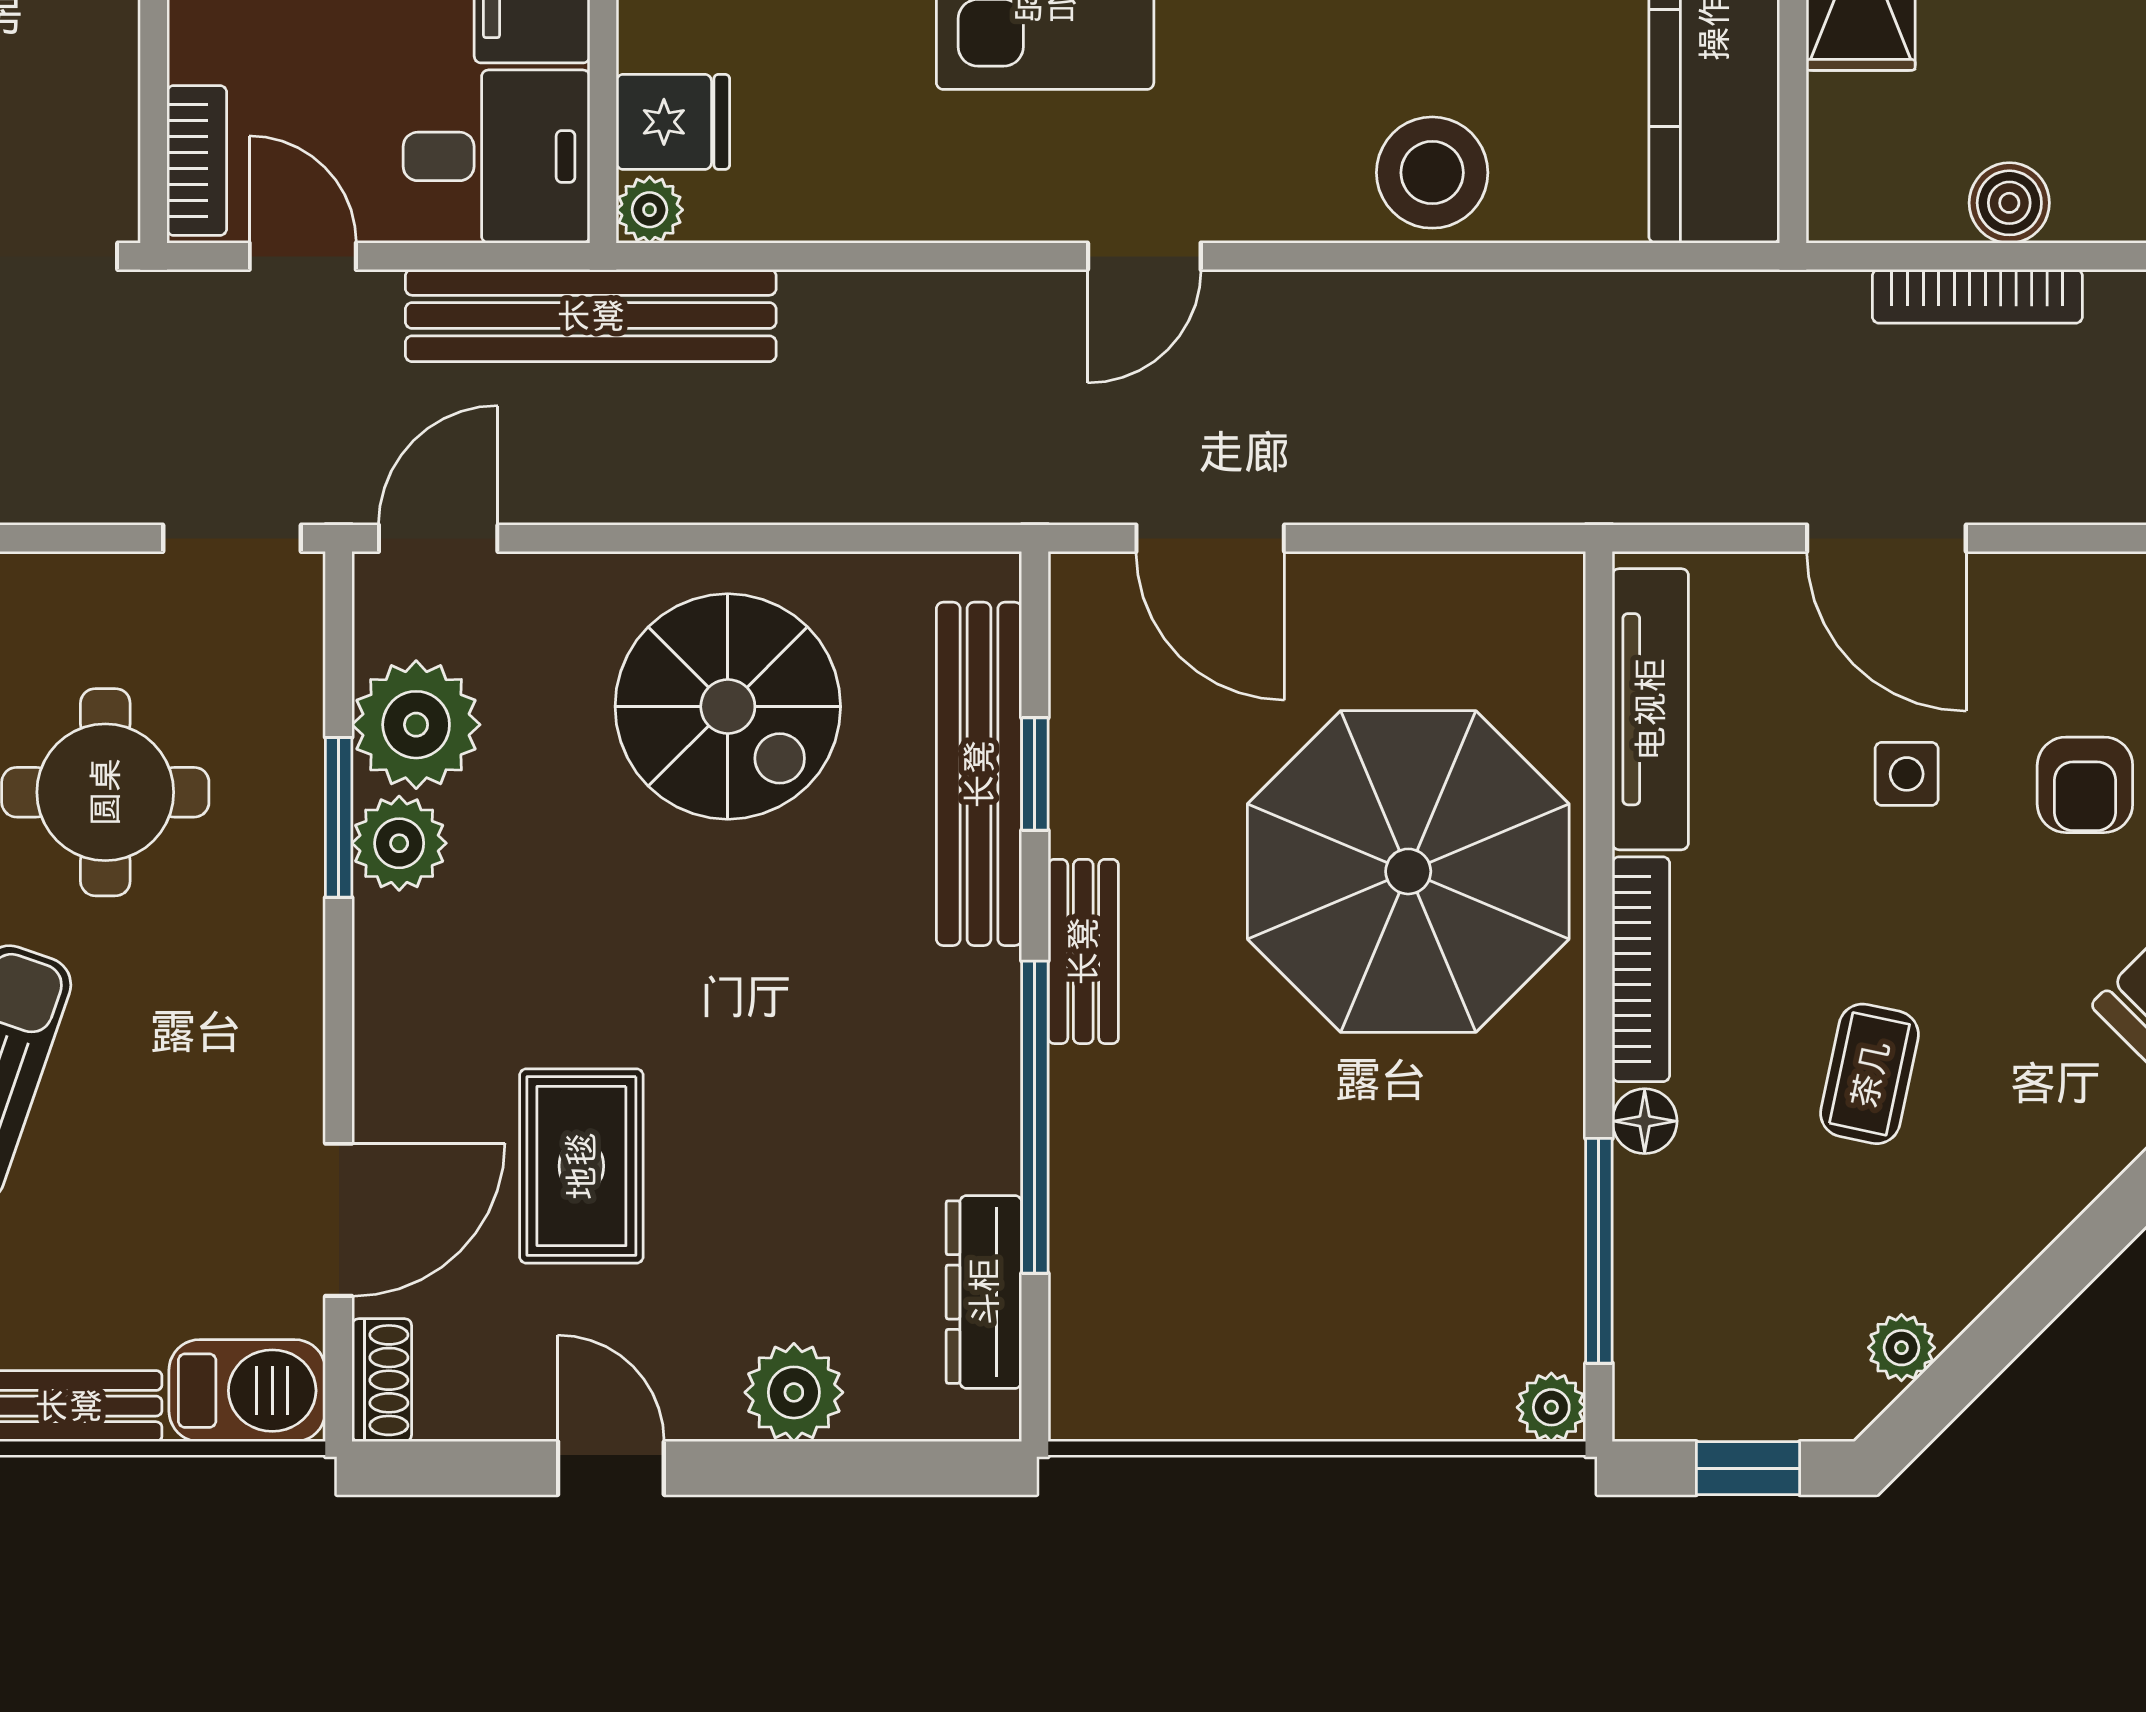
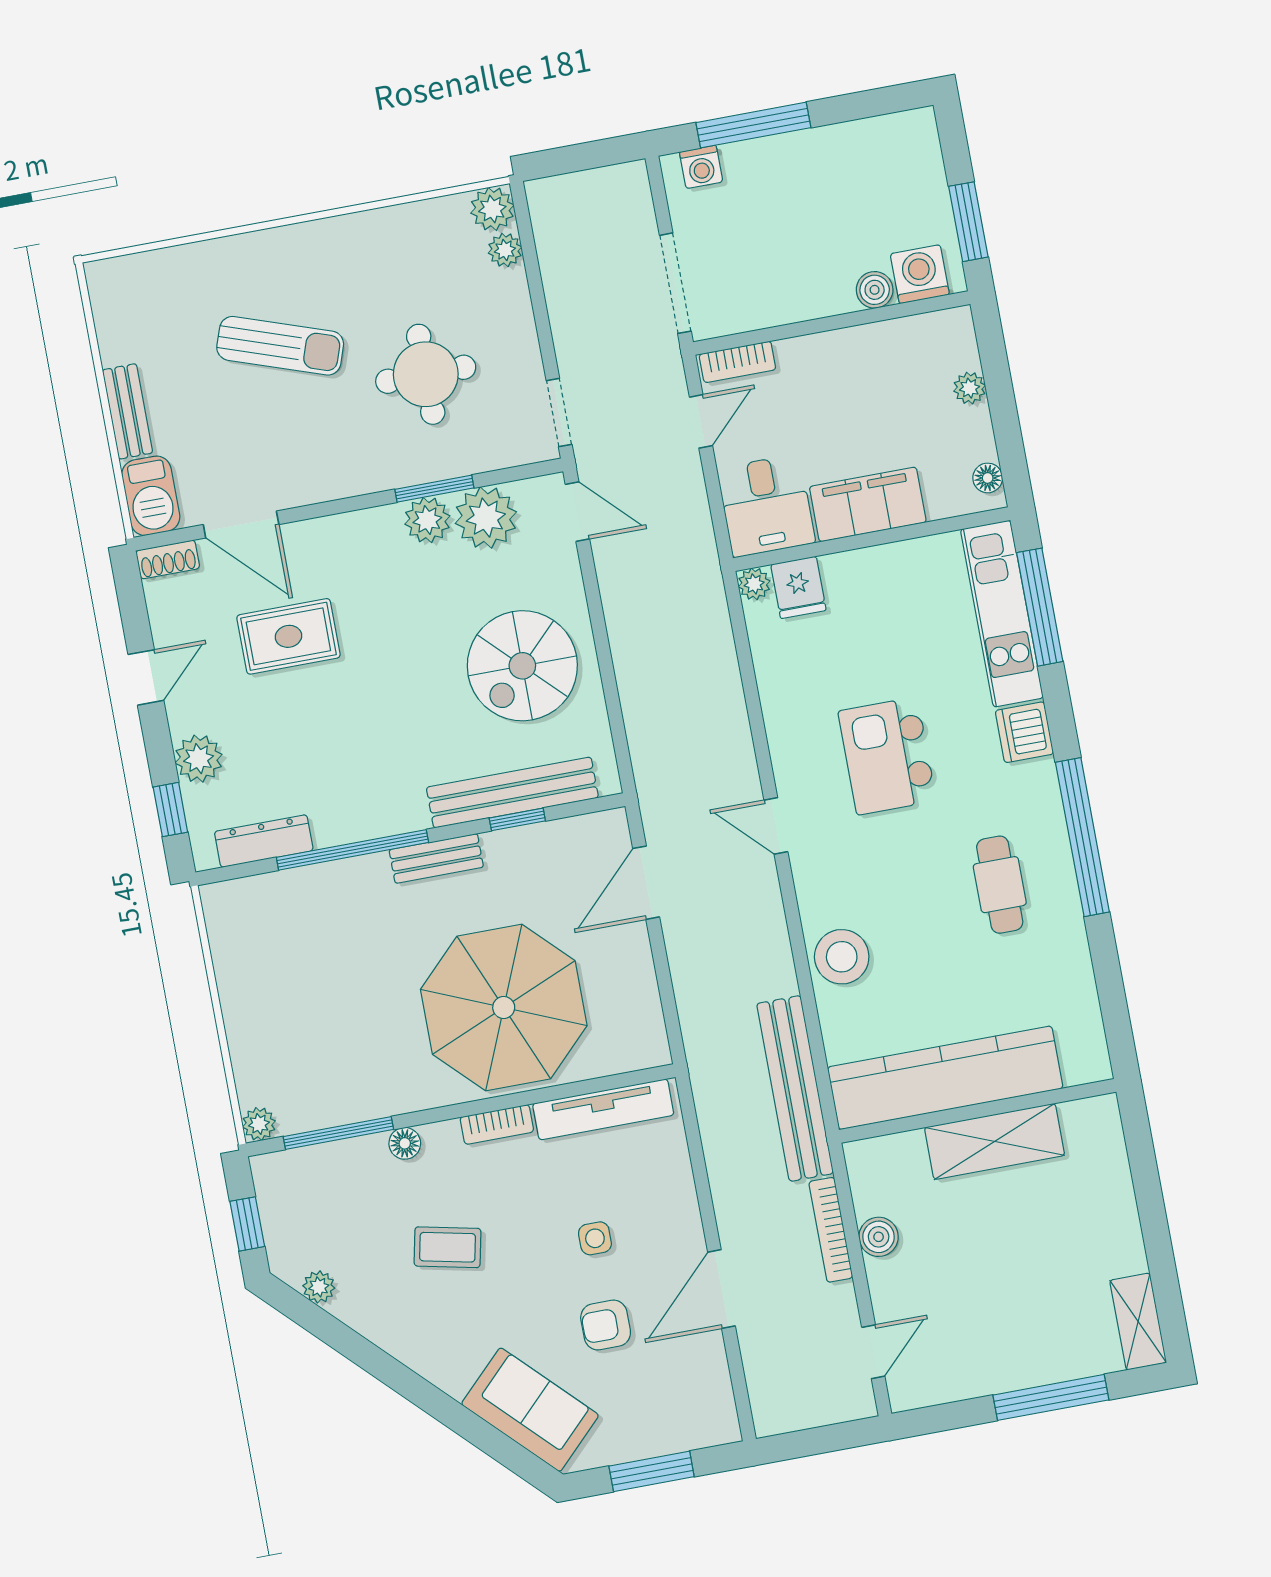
bench: (591, 316) -> (795, 1089), moved
door: (1886, 538) -> (721, 1289), moved
bookcase: (1641, 969) -> (497, 1124), width x0.64
window: (886, 1468) -> (170, 810), added

